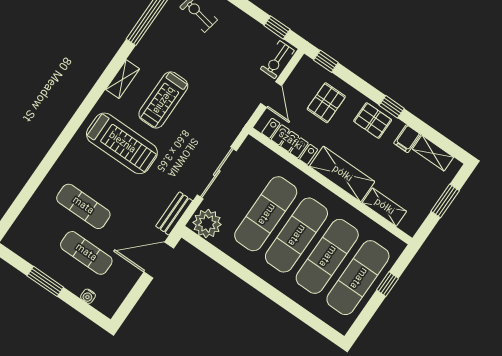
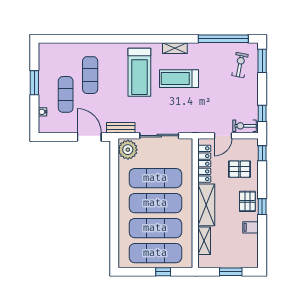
shelving: (433, 153) -> (252, 247), removed

